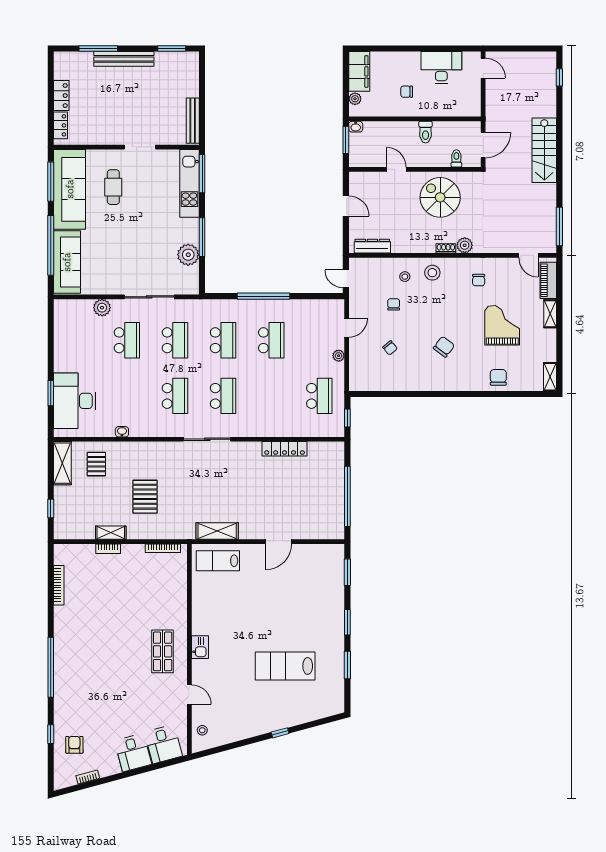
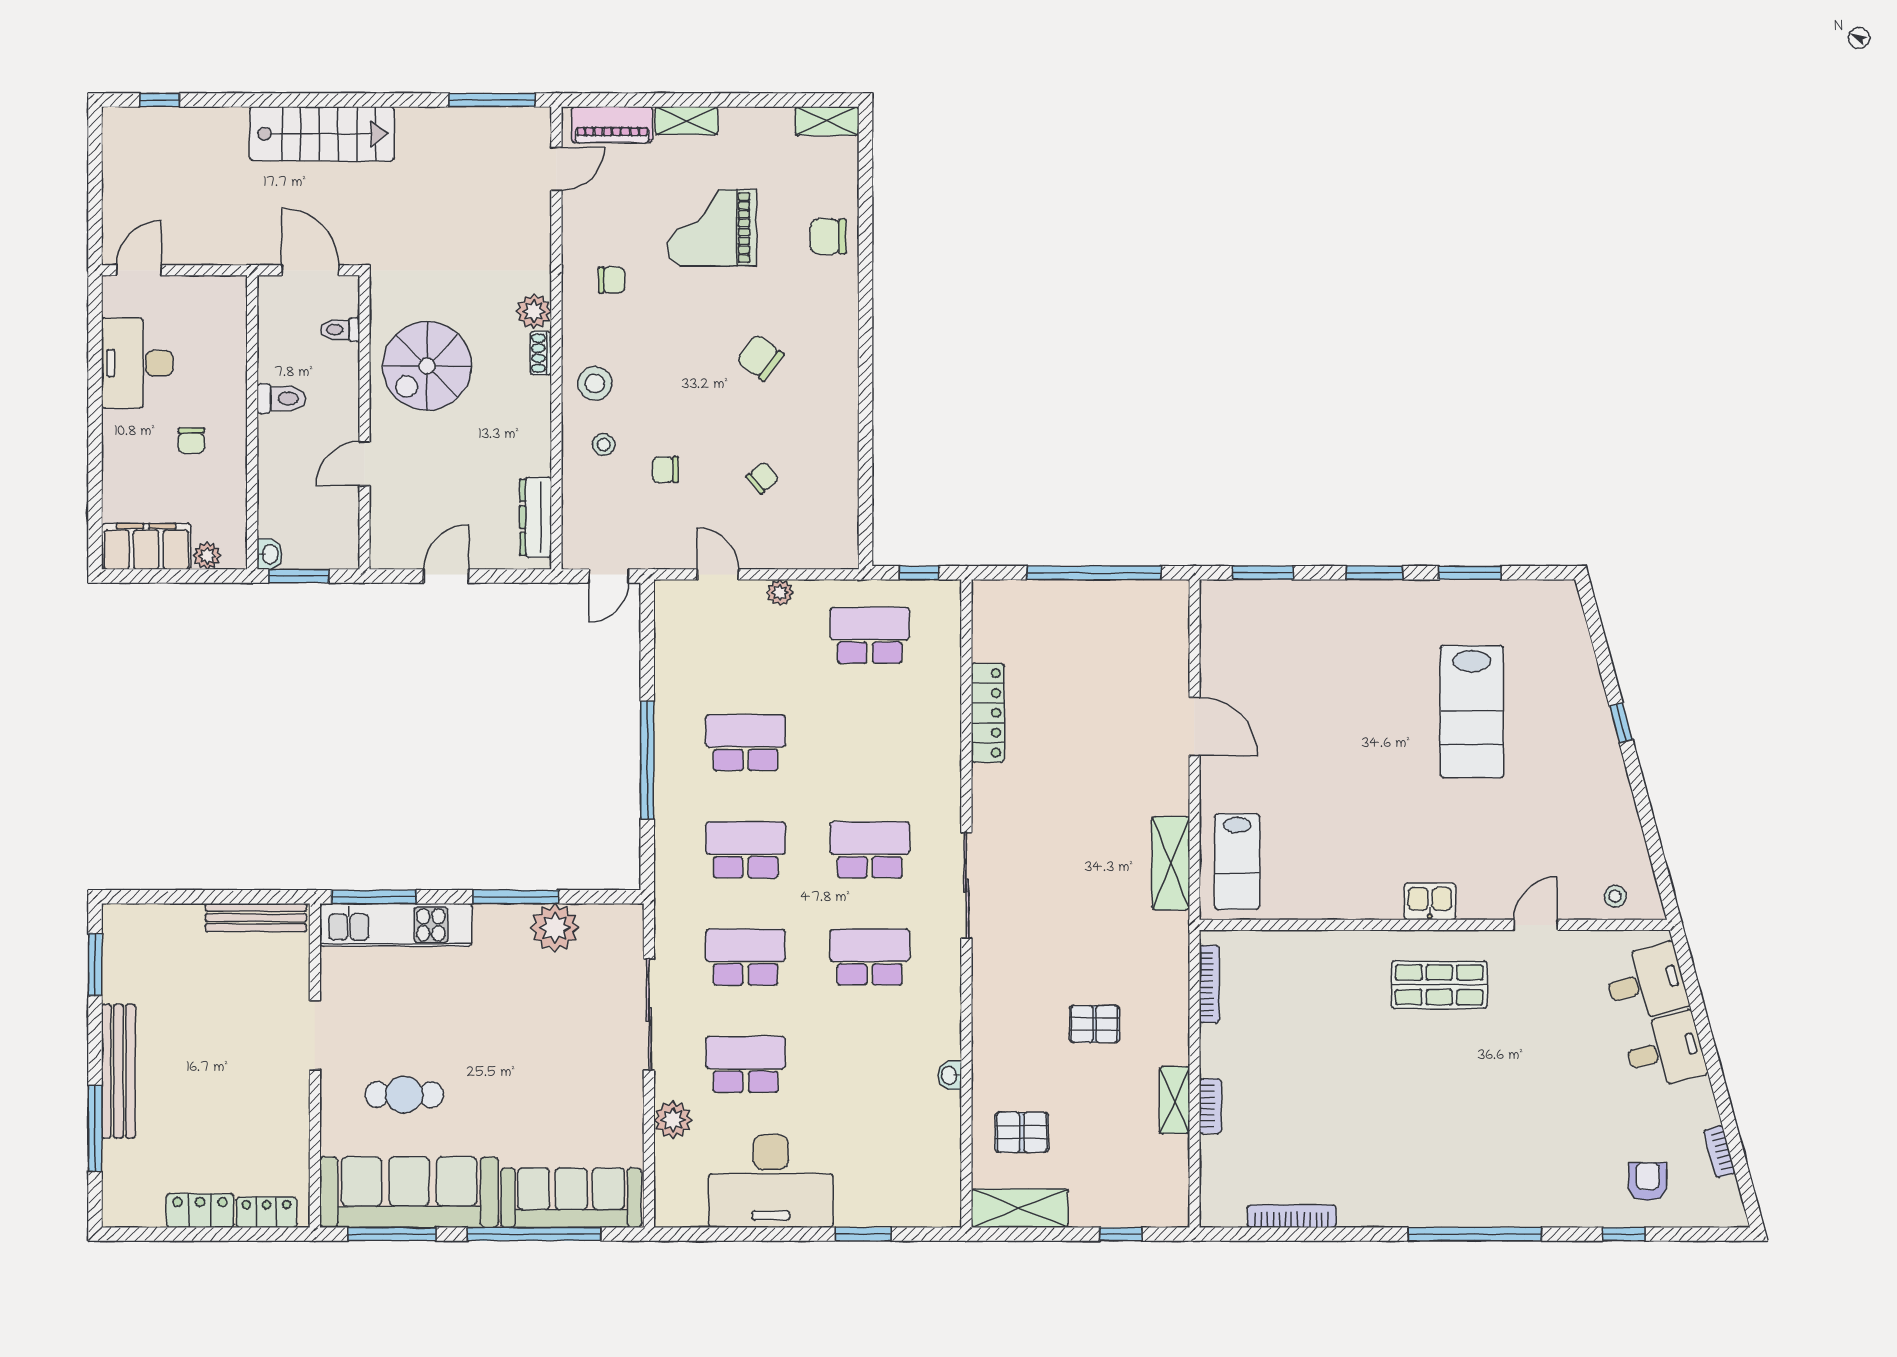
desk: (75, 401) -> (771, 1181), moved
pallet: (145, 497) -> (1094, 1024), width x0.67, depth x0.71
armchair: (74, 745) -> (1648, 1182), turned 90

